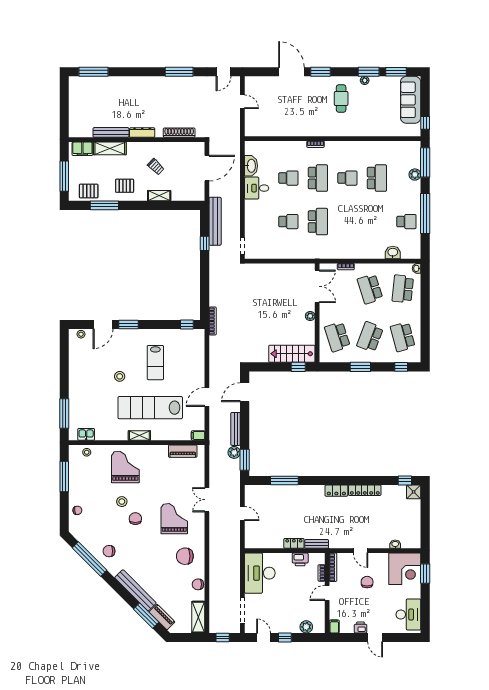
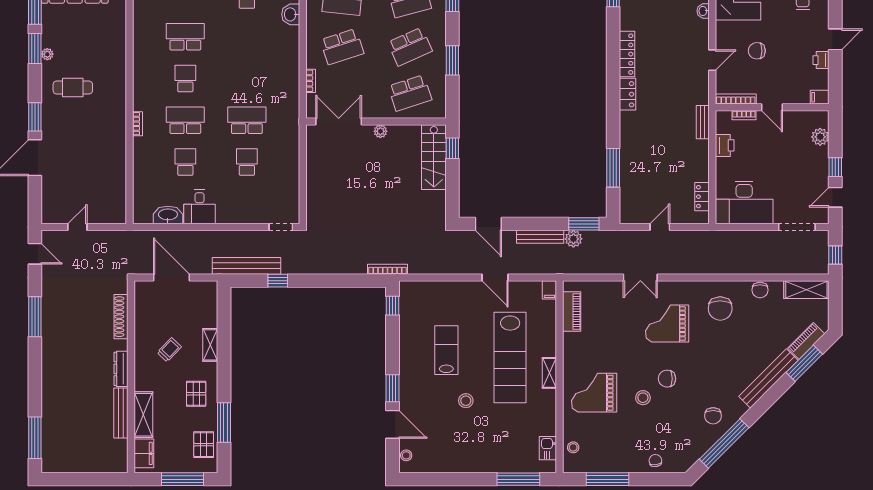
school desk: (370, 337) -> (410, 47), turned -45
lab bench: (155, 363) -> (446, 350), turned -90
locker: (294, 543) -> (702, 197), moved

